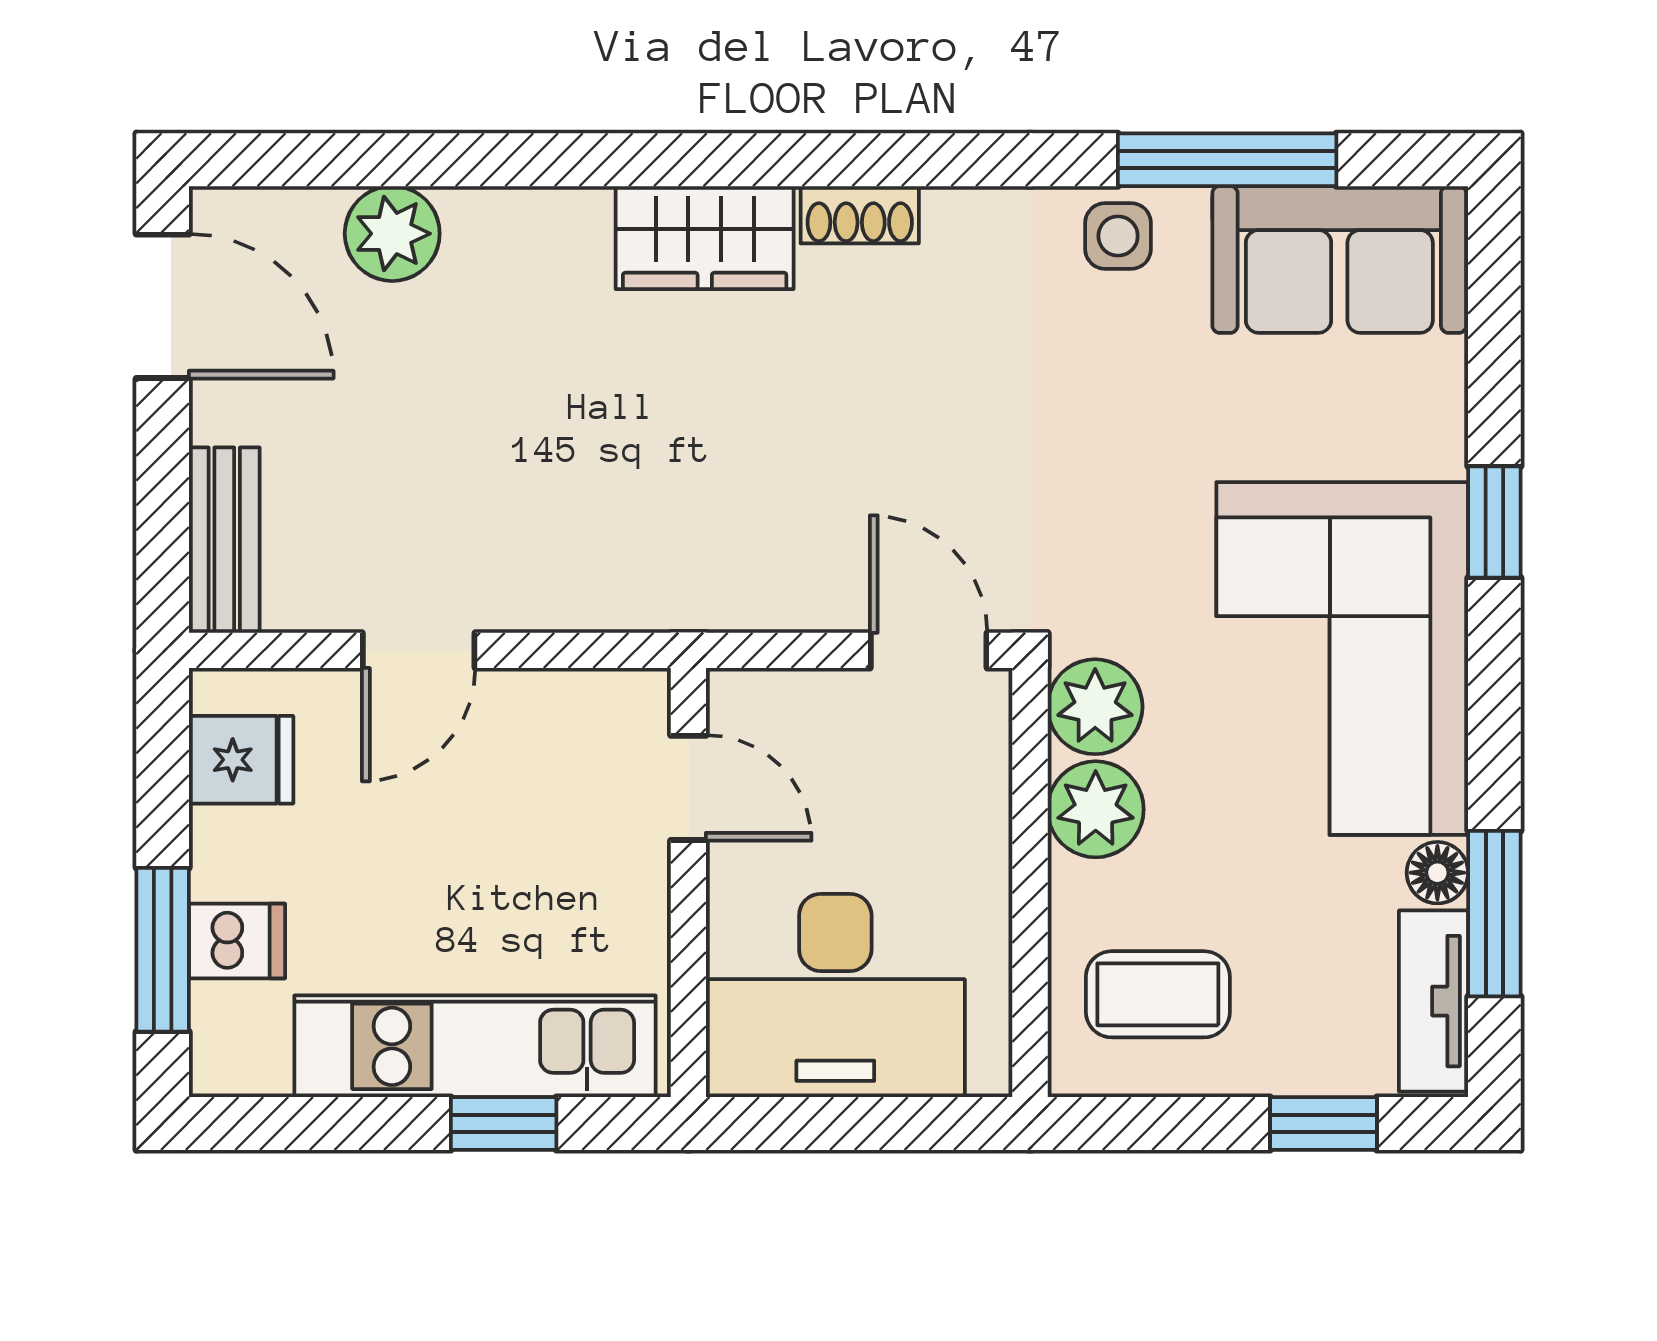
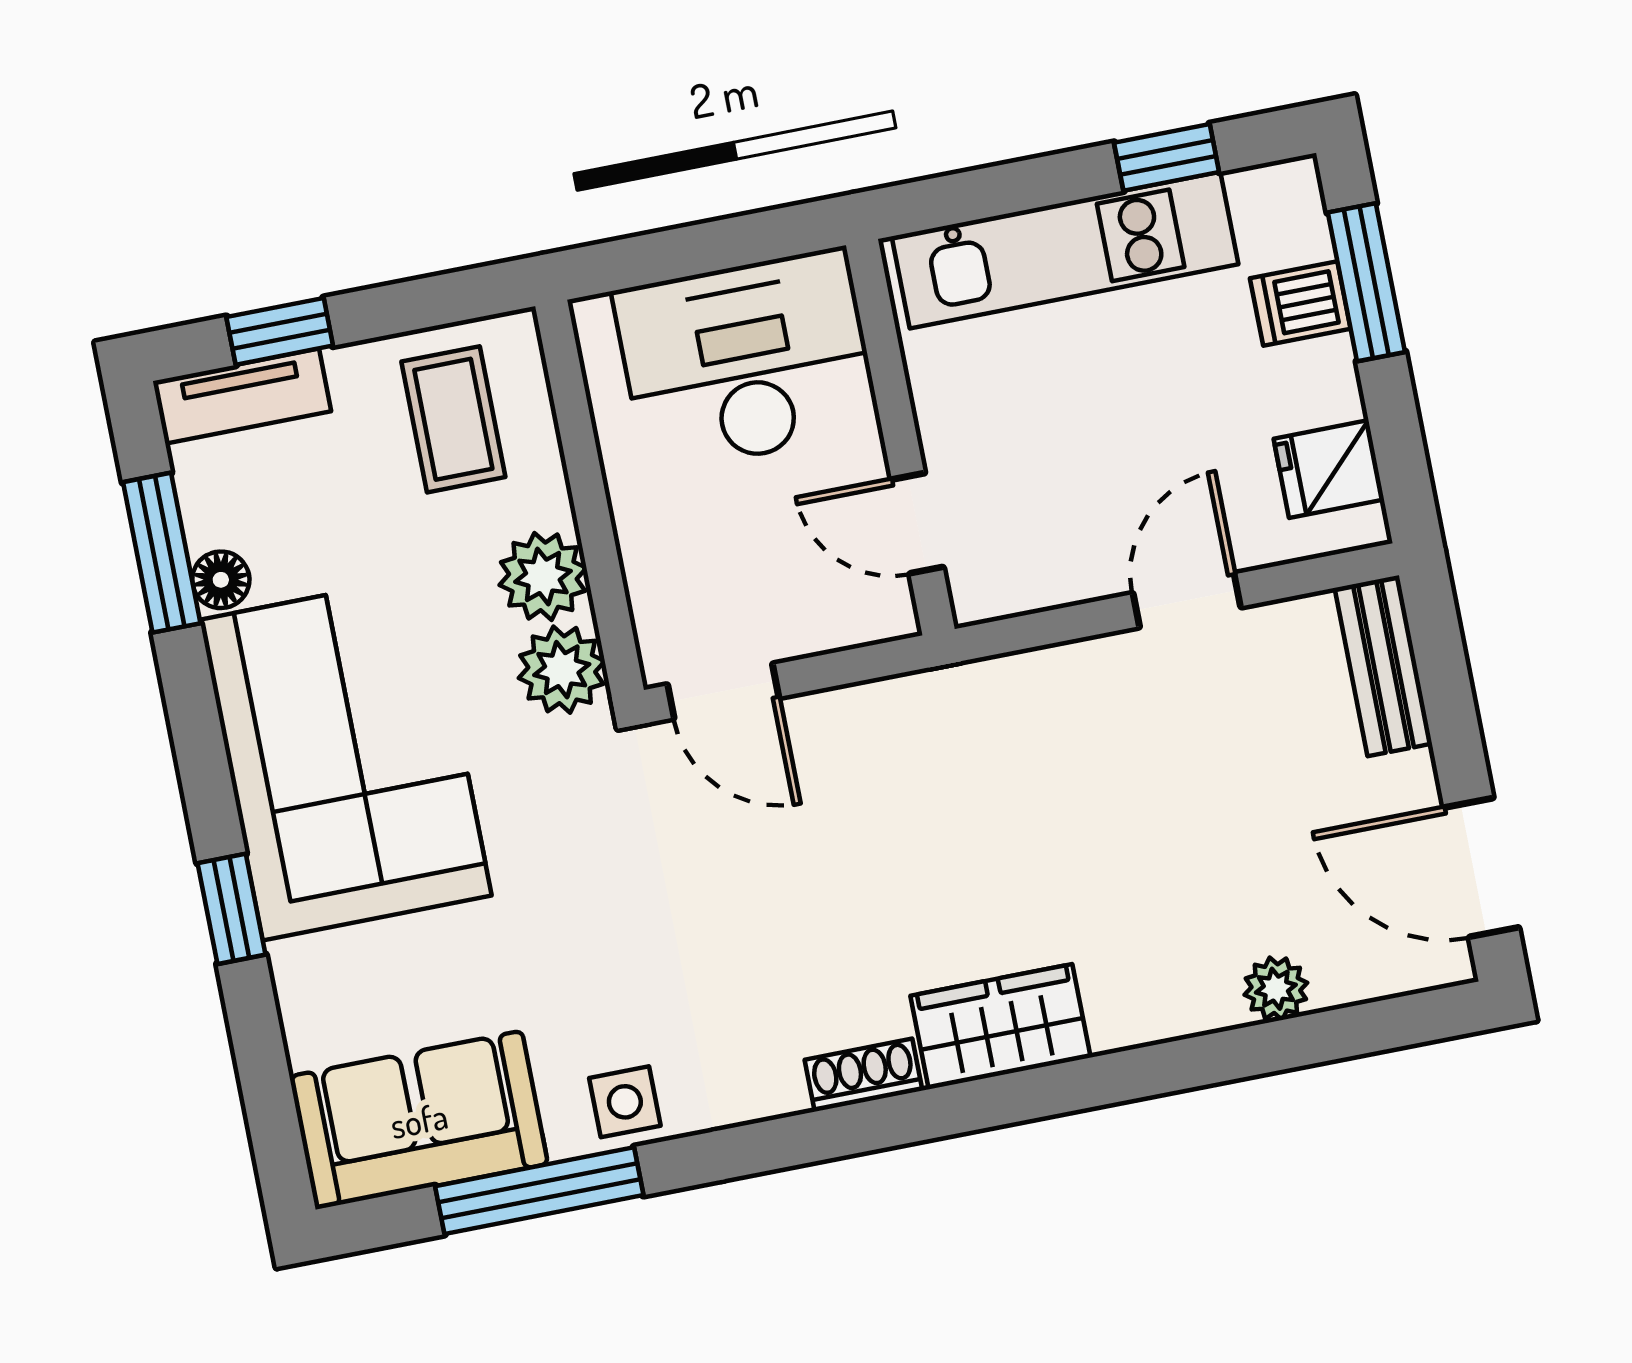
plant: (392, 234) -> (1276, 989), width x0.73, depth x0.73
coffee table: (1158, 994) -> (453, 419), turned 90
tv unit: (1434, 1001) -> (243, 396), moved, turned 90
window: (504, 1124) -> (1167, 157), moved

